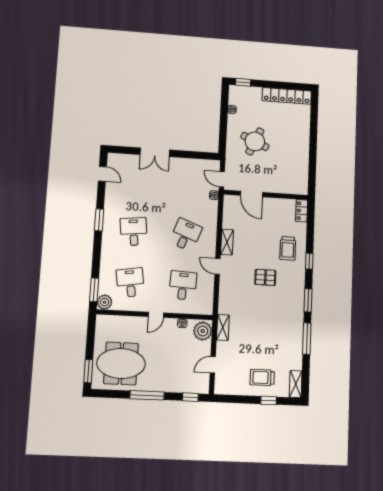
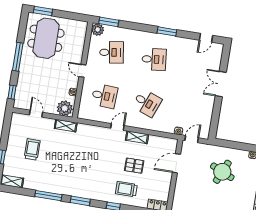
pallet: (265, 277) -> (134, 166), moved, turned 90
trolley: (262, 377) -> (32, 149), moved

